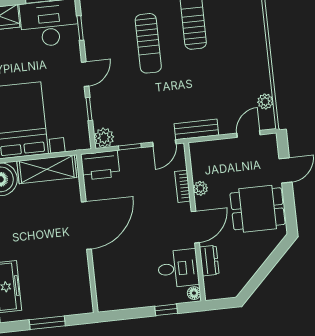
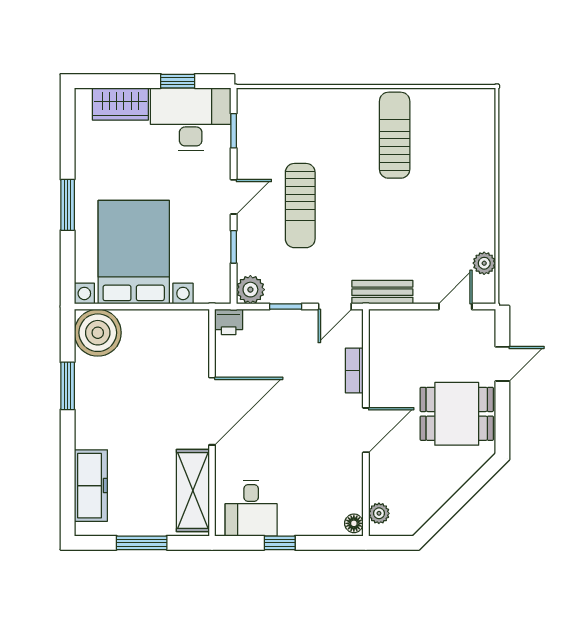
sun lounger: (148, 43) -> (300, 206), moved
printer: (100, 165) -> (229, 322), width x0.53, depth x0.68
shelving: (47, 169) -> (193, 491), moved, turned 90
plant: (200, 188) -> (379, 513), moved
dresser: (209, 261) -> (380, 480), removed
desk: (178, 268) -> (251, 508), moved, turned 90
window: (166, 310) -> (280, 543), moved

